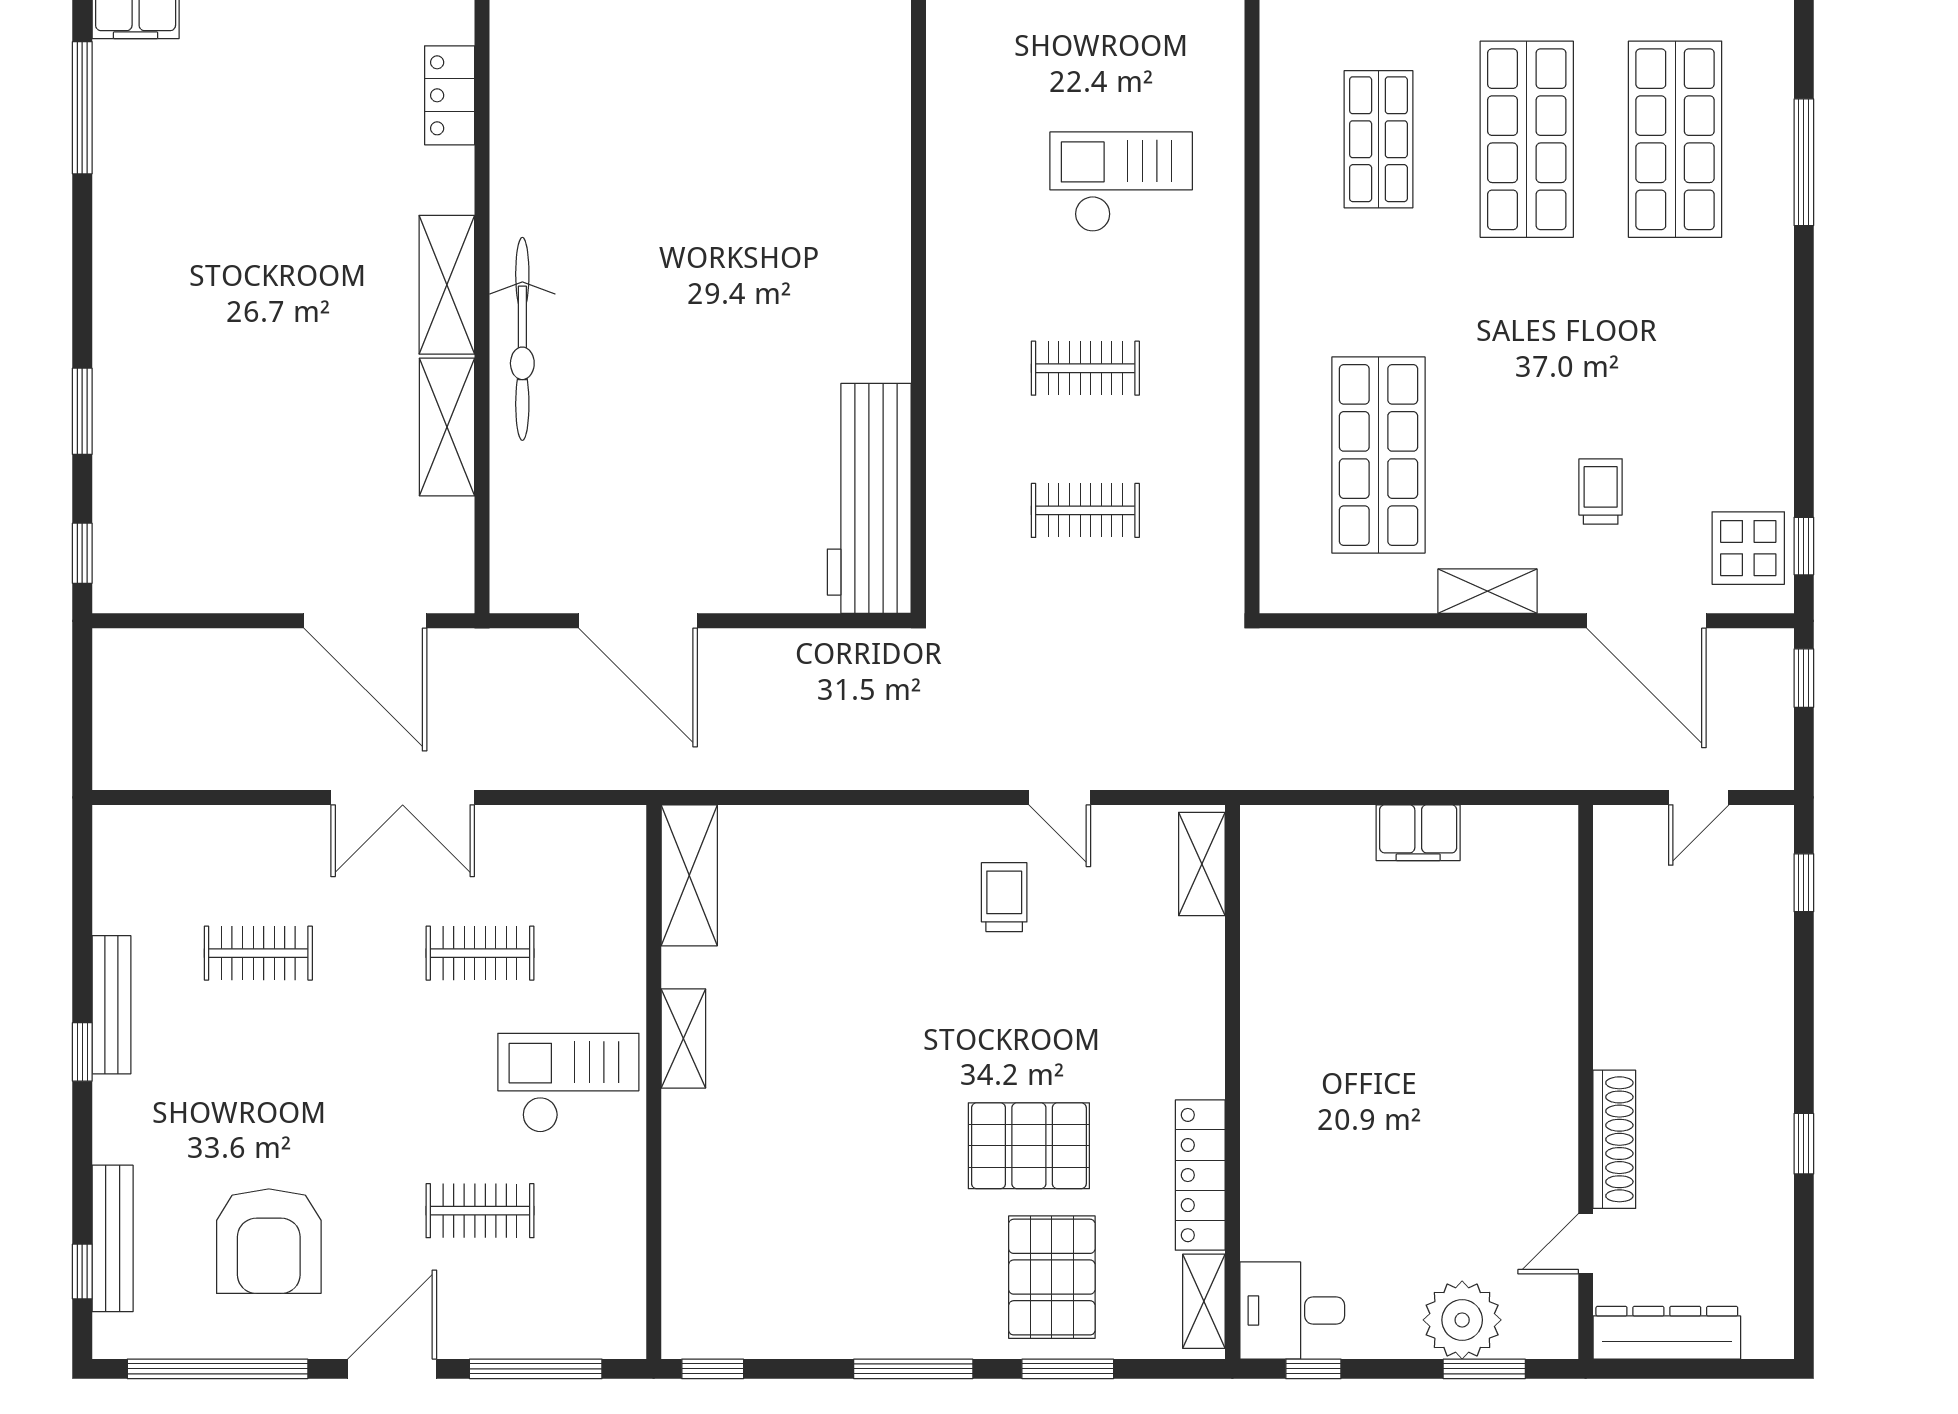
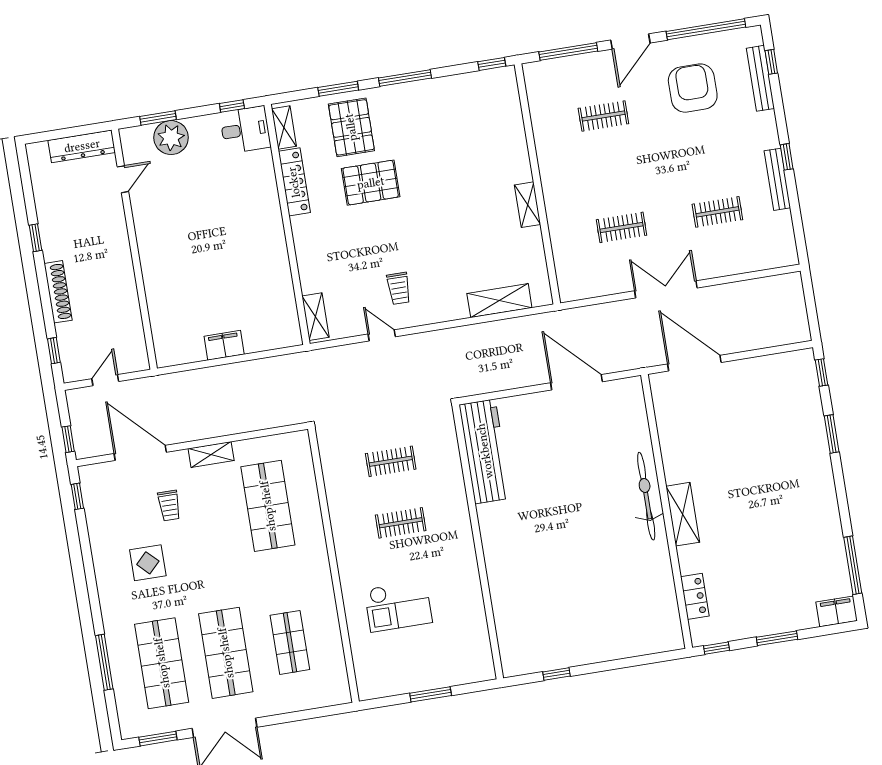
shelving: (447, 427) -> (673, 453), removed
display table: (1748, 548) -> (148, 563), moved
shelving: (689, 875) -> (499, 301), moved, turned 90
checkout: (568, 1083) -> (574, 177), removed
shoe rack: (1614, 1139) -> (58, 292), moved, turned 180

